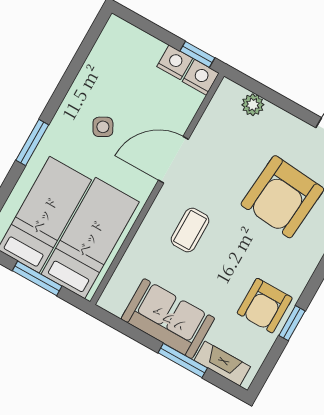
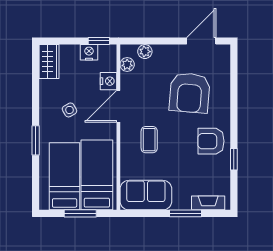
wardrobe: (112, 44) -> (49, 62), added
nightstand: (201, 77) -> (109, 81), moved, turned 90
plant: (218, 109) -> (127, 65), added
armchair: (265, 306) -> (211, 141), moved, turned 90
sofa: (168, 319) -> (146, 195), moved

